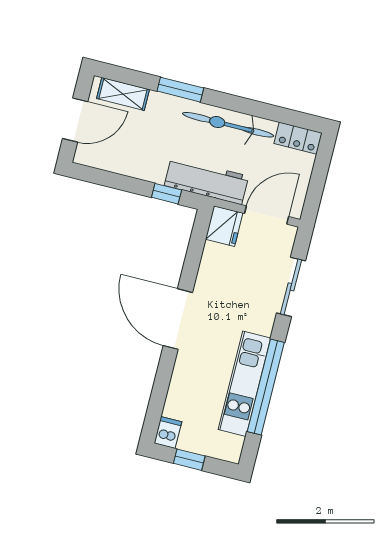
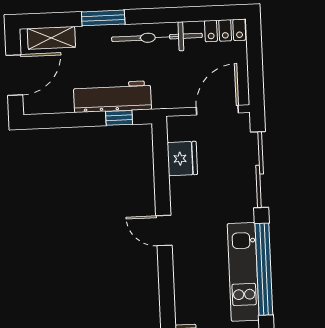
workbench: (206, 181) -> (112, 97), moved
fridge: (224, 226) -> (182, 159), moved
sliding door: (291, 287) -> (260, 170), width x1.37
door: (178, 319) -> (164, 231), width x0.53

